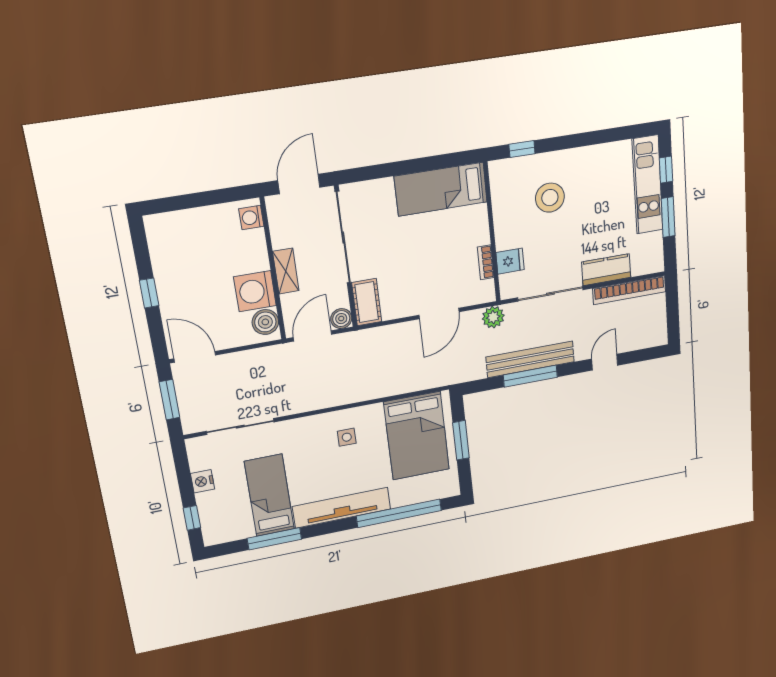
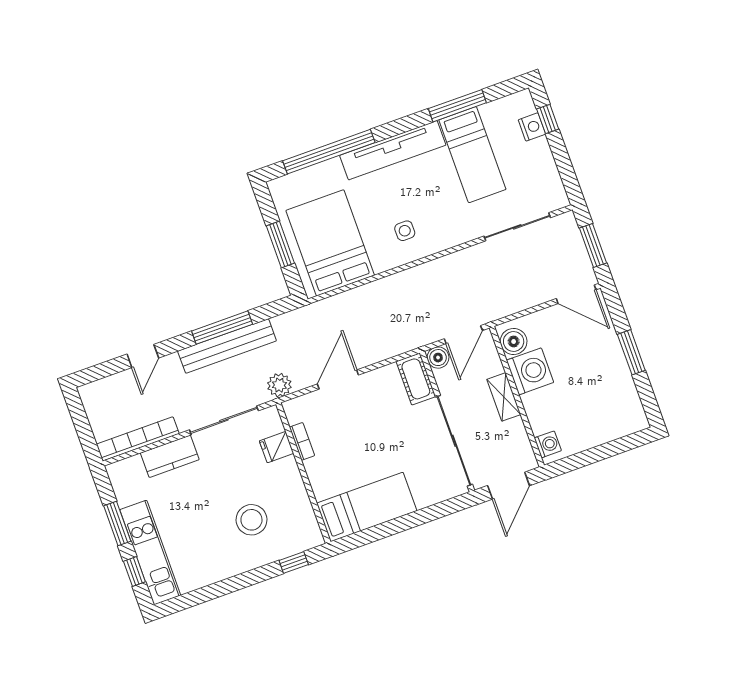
window: (149, 293) -> (631, 352), width x1.50
nightstand: (203, 481) -> (532, 127), moved

